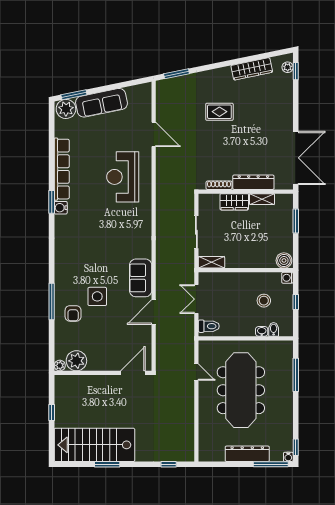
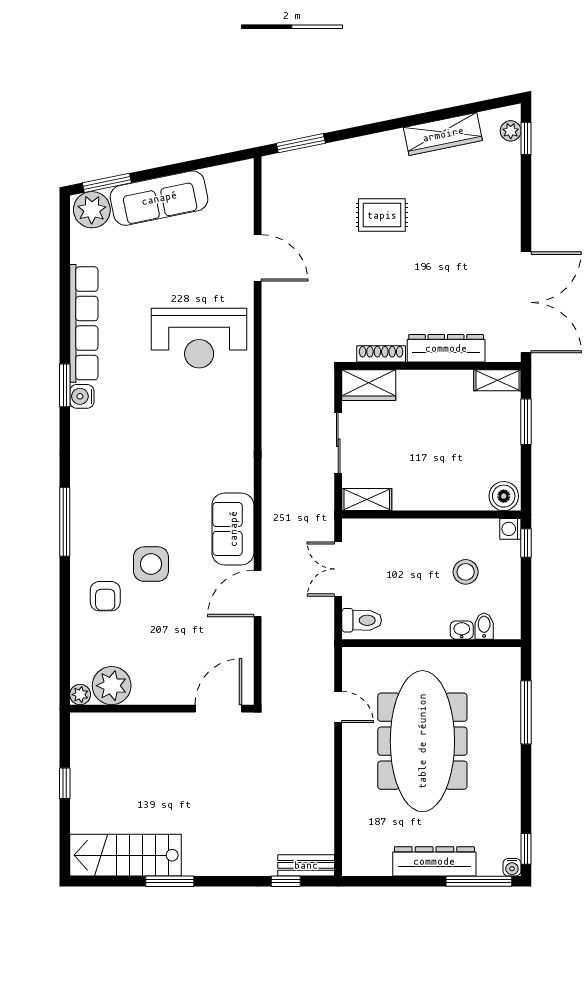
reception desk: (123, 177) -> (199, 338), turned -90
shelving: (262, 199) -> (497, 380), moved
wardrobe: (234, 202) -> (369, 385), moved
window: (52, 302) -> (65, 522), moved
window: (296, 302) -> (526, 543), moved
stairs: (94, 445) -> (125, 855), width x0.73, depth x0.66
bench: (179, 456) -> (306, 865), added

